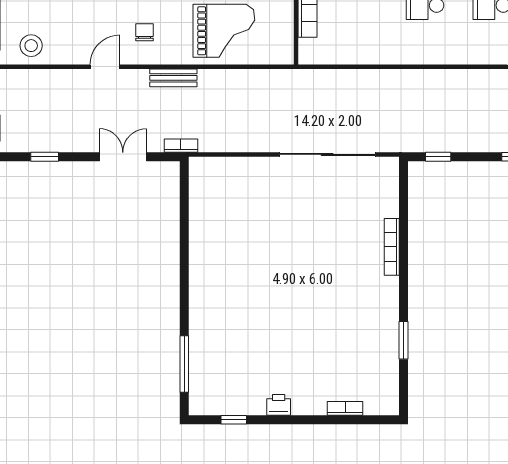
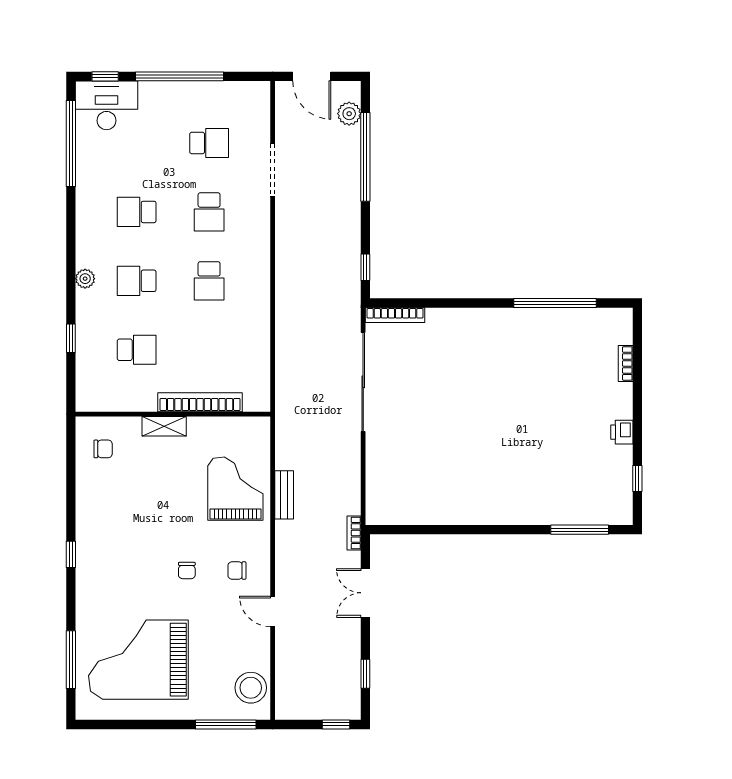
stool: (31, 46) -> (251, 688), width x1.38, depth x1.38
bench: (173, 78) -> (284, 495), moved
bookcase: (392, 247) -> (395, 315), moved
window: (404, 340) -> (555, 303), width x2.11

